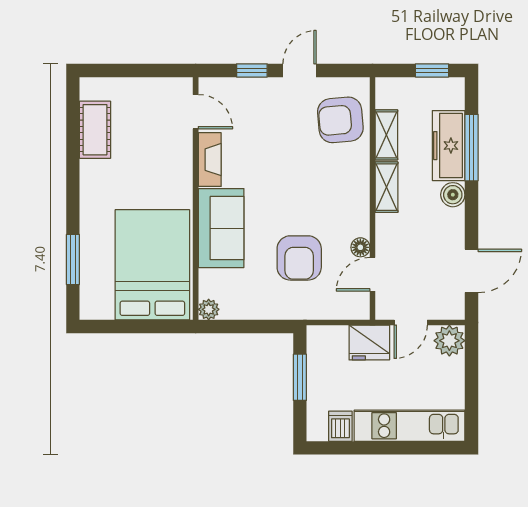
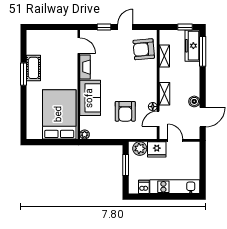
cot: (95, 130) -> (33, 68), moved
freezer: (449, 146) -> (192, 46), moved
window: (471, 148) -> (203, 51), moved
shelving: (386, 187) -> (164, 94), moved
boiler: (453, 195) -> (194, 101), moved
window: (73, 260) -> (24, 74), moved
door: (411, 322) -> (175, 140), swing flipped
plant: (449, 341) -> (140, 148), moved

